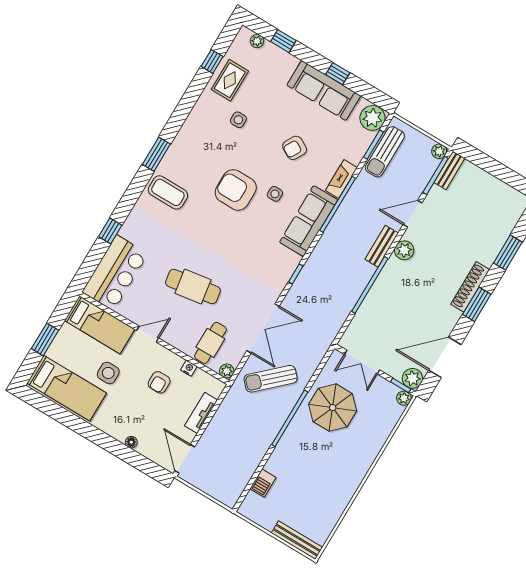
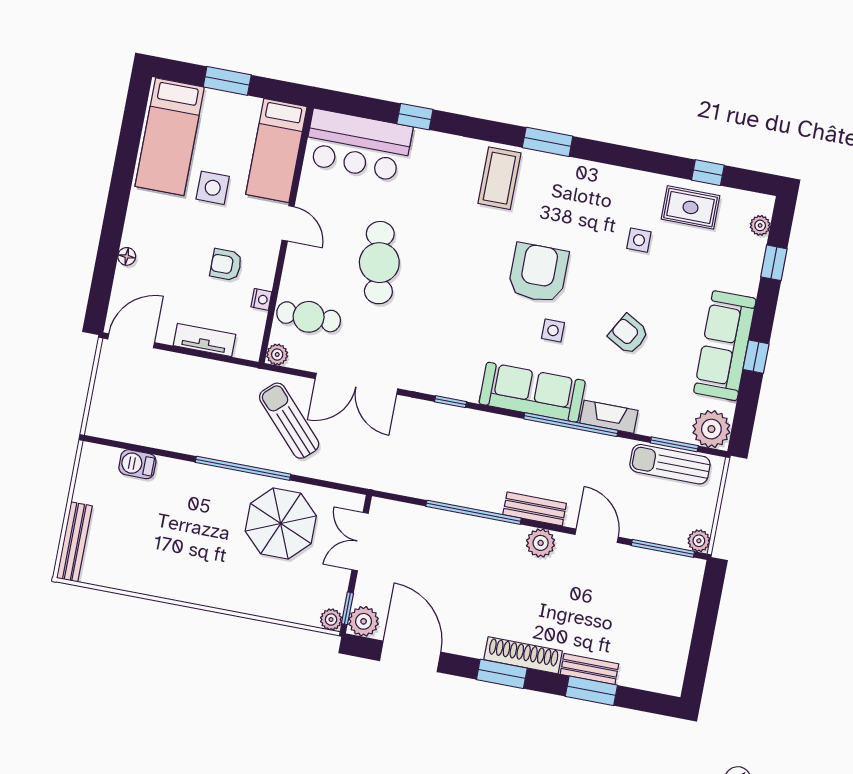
bench: (449, 170) -> (589, 669), moved

